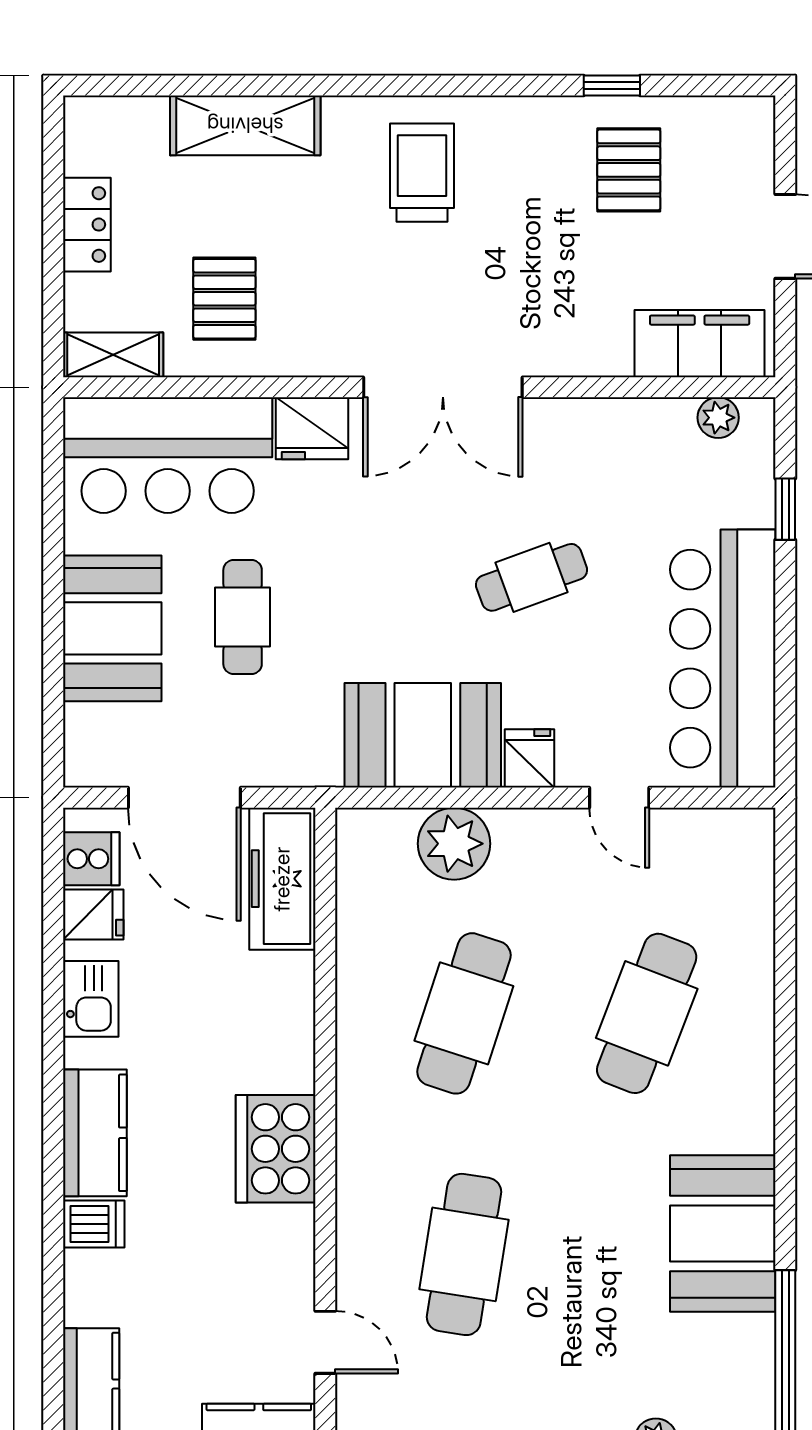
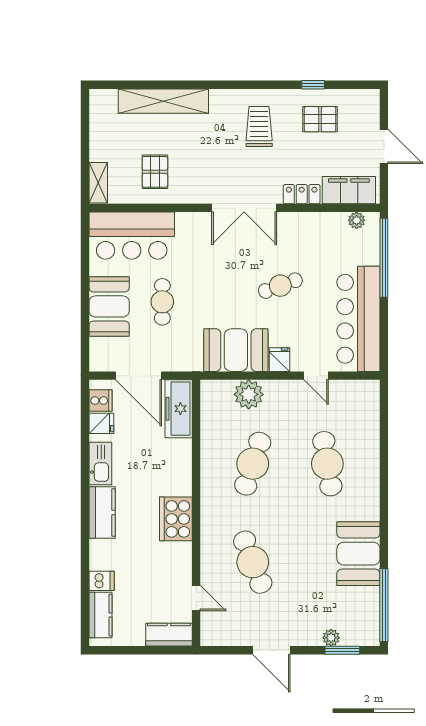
shelving: (245, 125) -> (163, 101), width x1.47
pallet: (629, 170) -> (320, 119), turned 90
trolley: (422, 173) -> (259, 126), moved
locker: (87, 225) -> (302, 194), moved, turned -90
shelving: (113, 355) -> (98, 183), moved, turned 90
fridge: (312, 428) -> (191, 225), removed
window: (785, 509) -> (384, 258), width x3.17
kitchen sink: (91, 999) -> (100, 464), width x1.38
cafe table: (647, 1013) -> (327, 464), turned -30
dishwasher: (94, 1224) -> (102, 581), moved
cafe table: (464, 1254) -> (253, 562), turned -30

